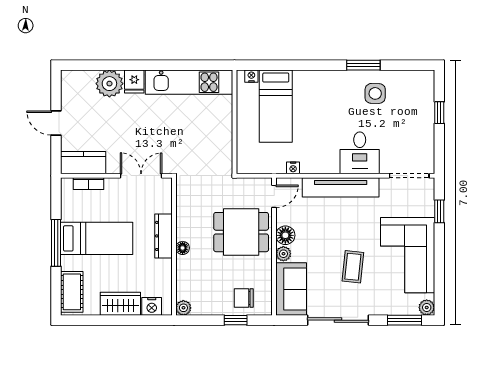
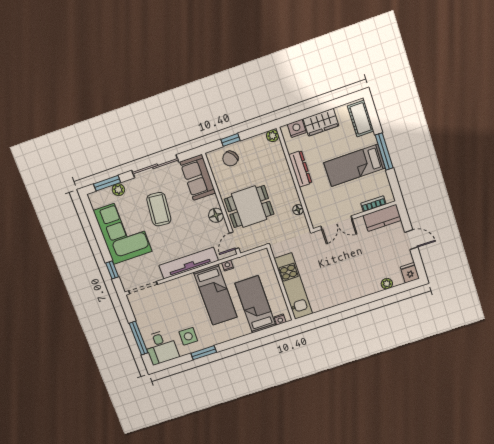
fridge: (134, 81) -> (410, 273), moved
kitchen unit: (189, 82) -> (293, 286), moved, turned 90
plant: (109, 84) -> (387, 284), width x0.53, depth x0.53
window: (439, 113) -> (139, 338), width x2.17
bed: (322, 136) -> (215, 295), added
desk: (360, 153) -> (161, 347), moved, turned 180
dresser: (163, 236) -> (300, 169), moved
floor lamp: (183, 248) -> (298, 210), moved
plant: (283, 254) -> (213, 201), removed
coffee table: (353, 267) -> (159, 209), width x1.36, depth x1.30
chair: (244, 298) -> (230, 159), turned 145
plant: (427, 307) -> (118, 190), moved

